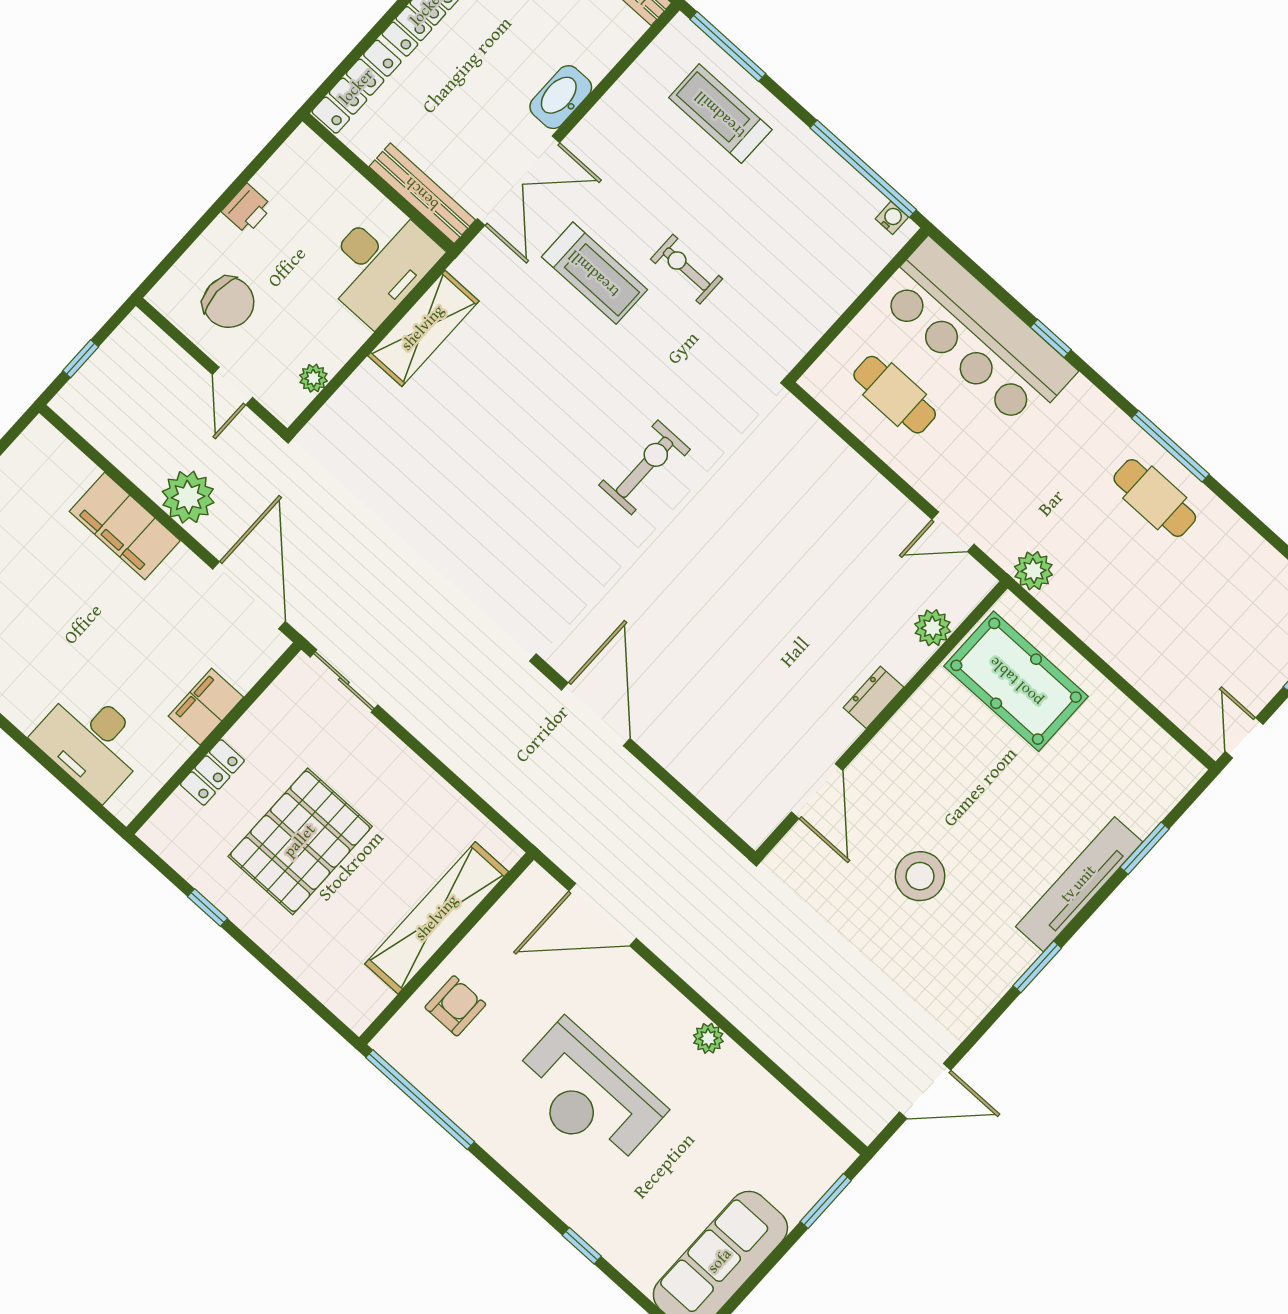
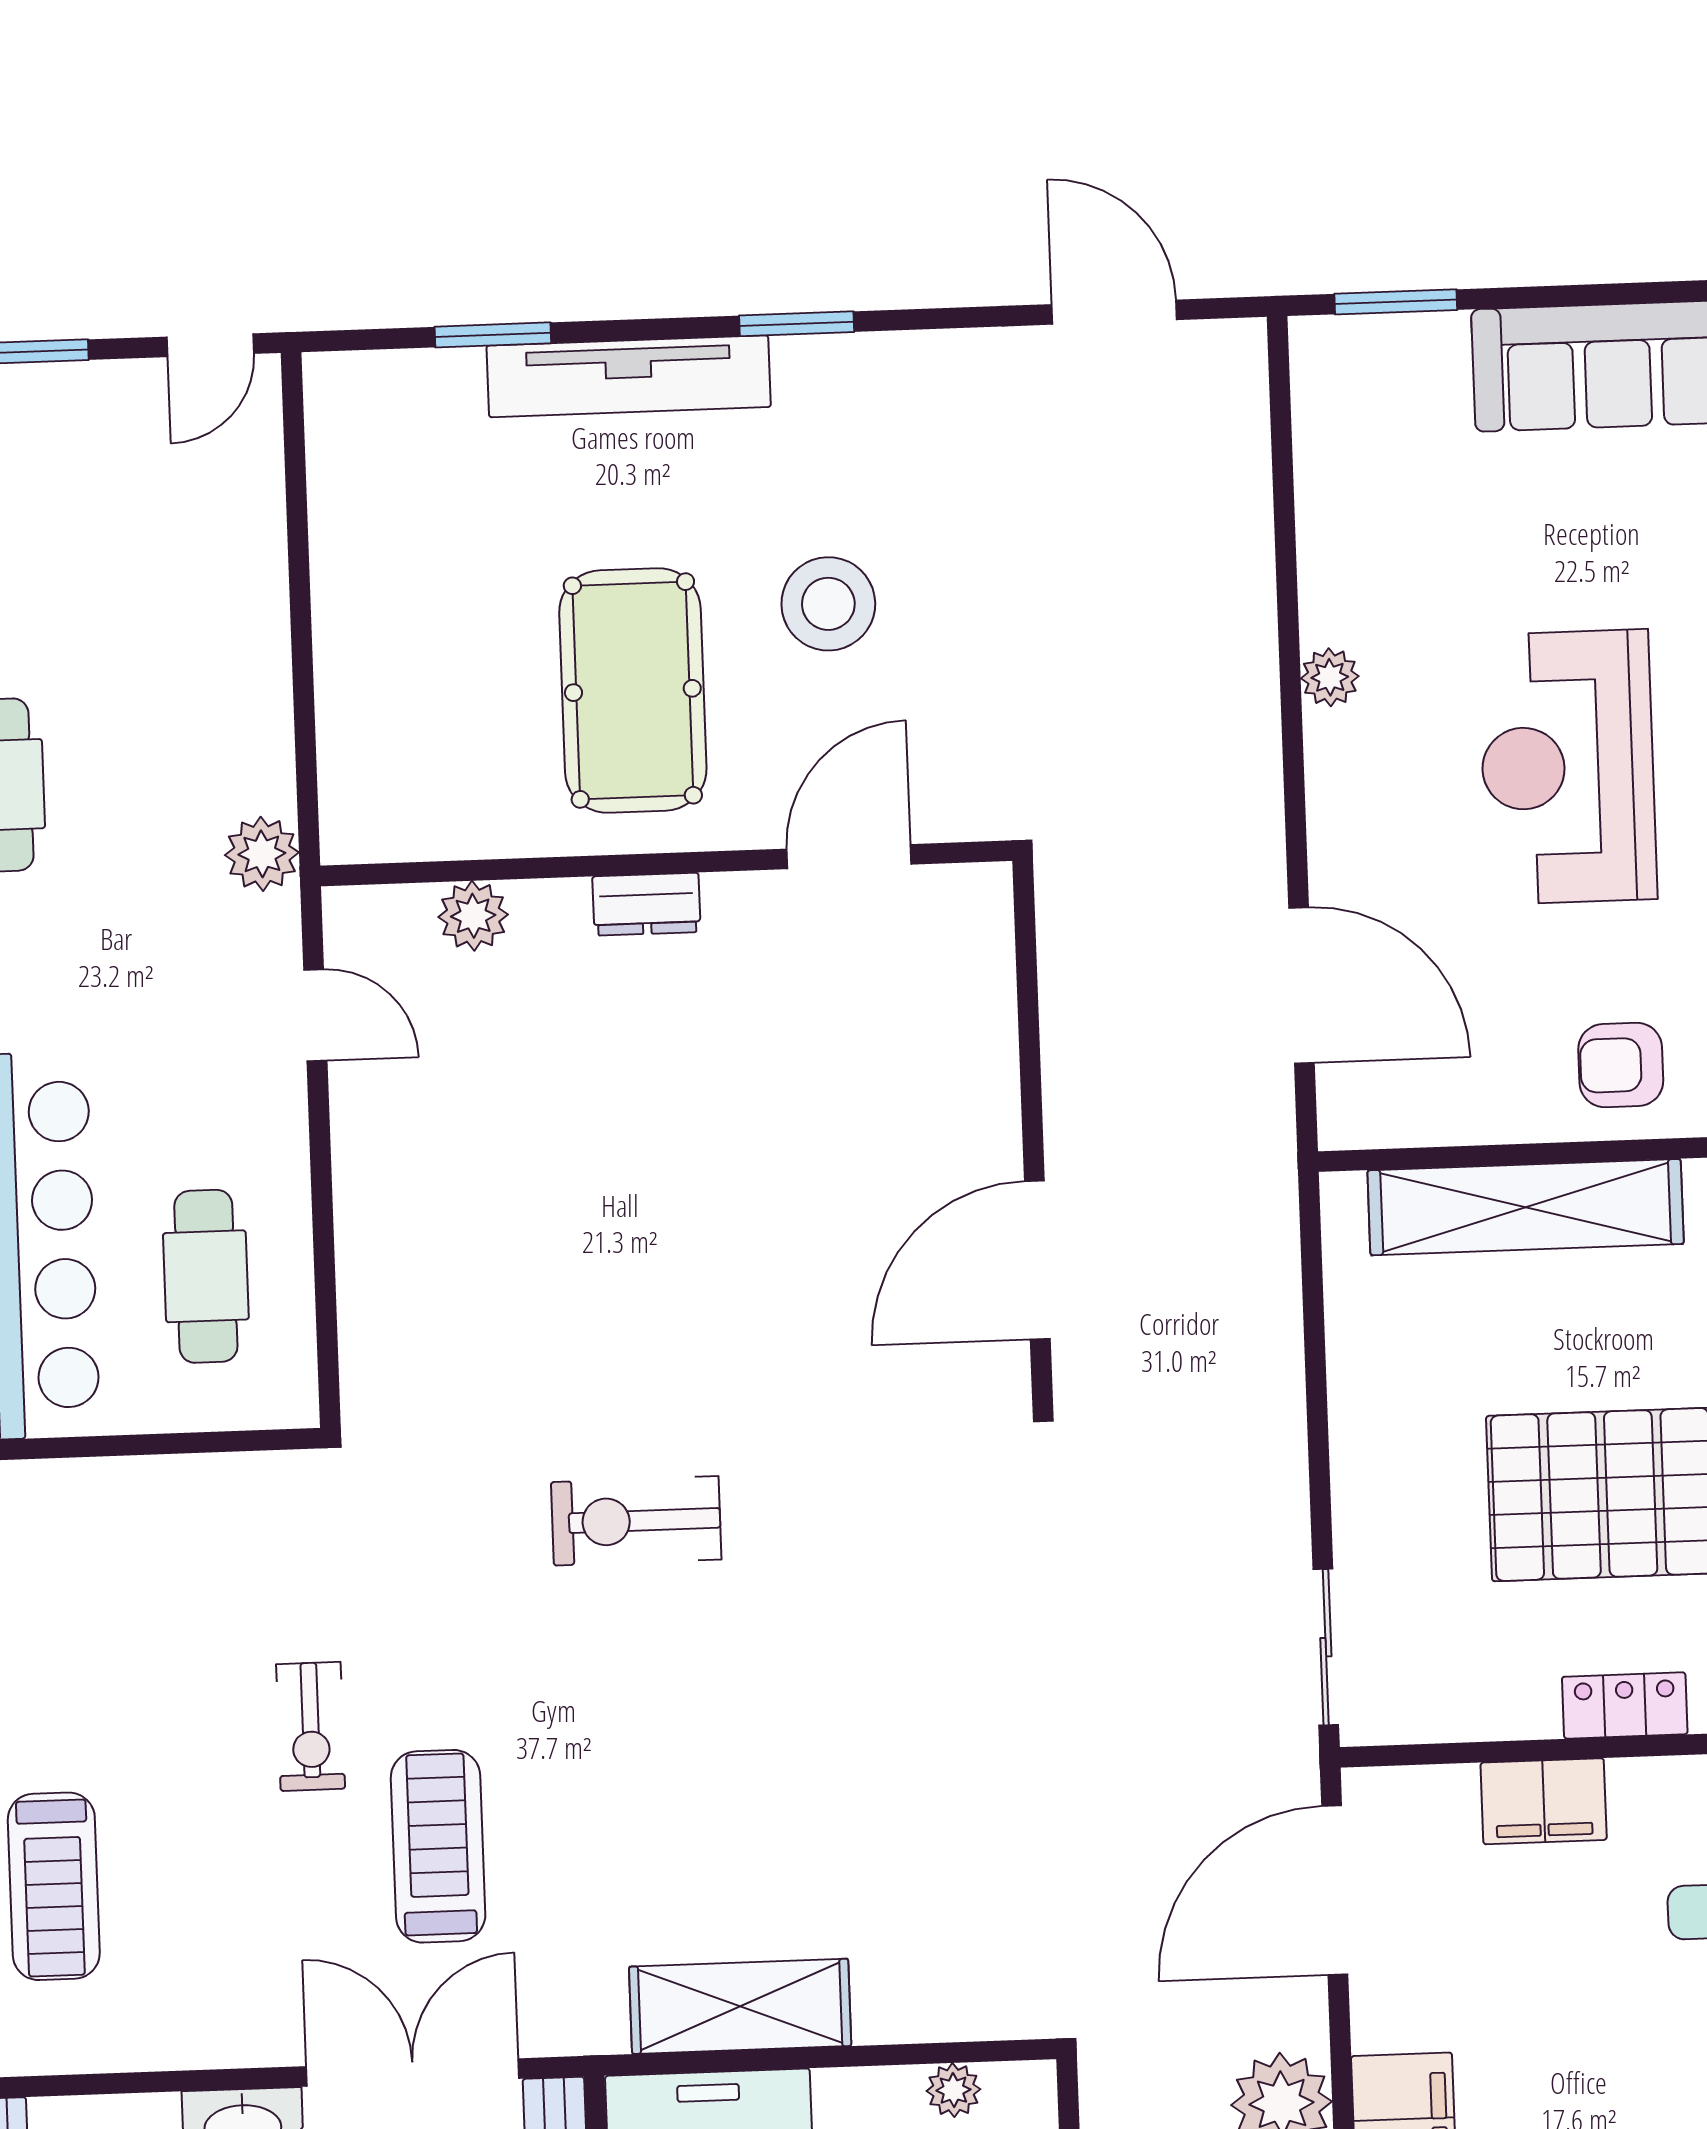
pool table: (1016, 681) -> (633, 690), moved
reception desk: (587, 1095) -> (1568, 767), turned 180

